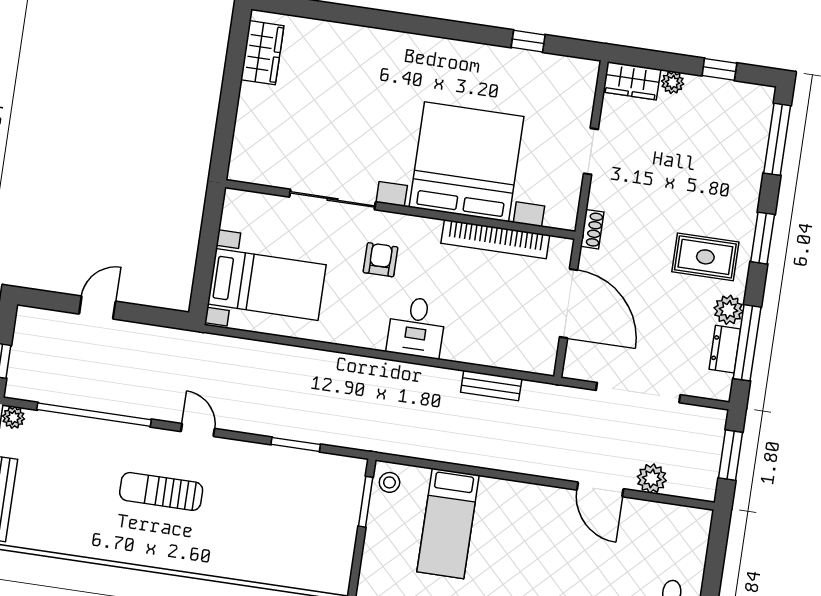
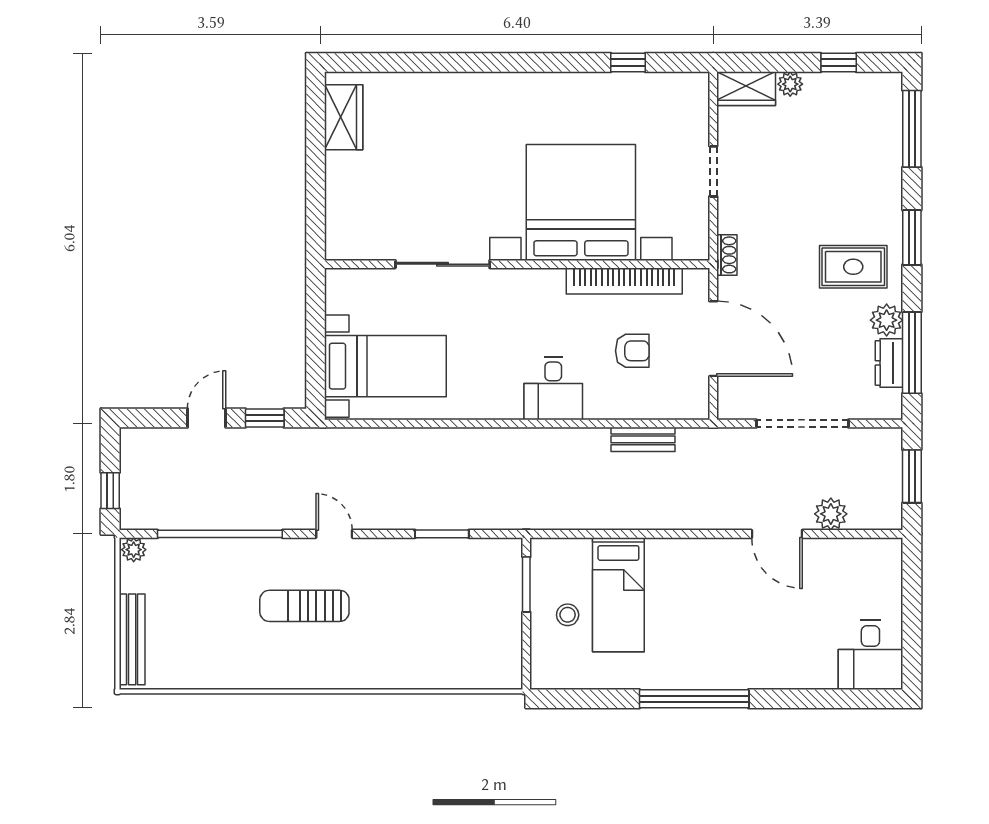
armchair: (380, 260) -> (632, 351), moved, turned 90
window: (150, 315) -> (265, 418), added
stool: (389, 482) -> (568, 615), moved

